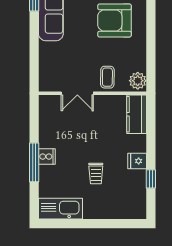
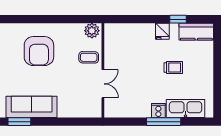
kitchen counter: (137, 114) -> (196, 32), moved
kitchen sink: (60, 209) -> (186, 109), moved, turned 90

